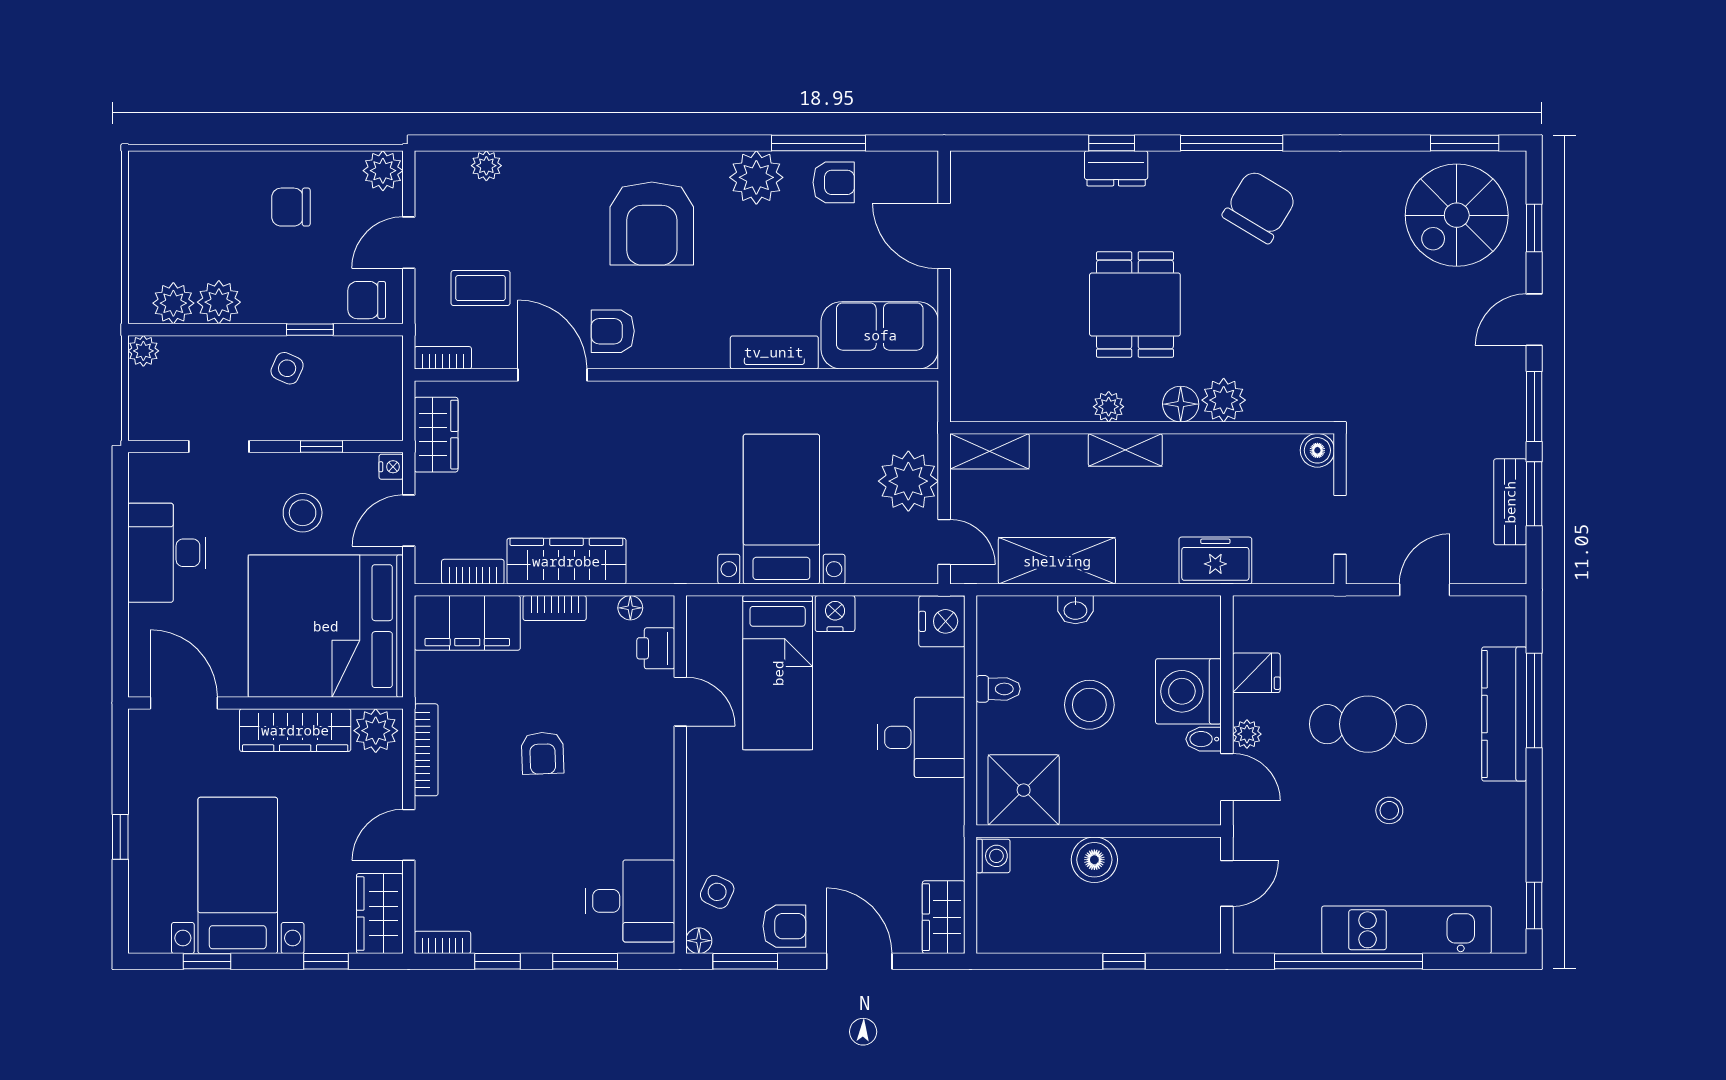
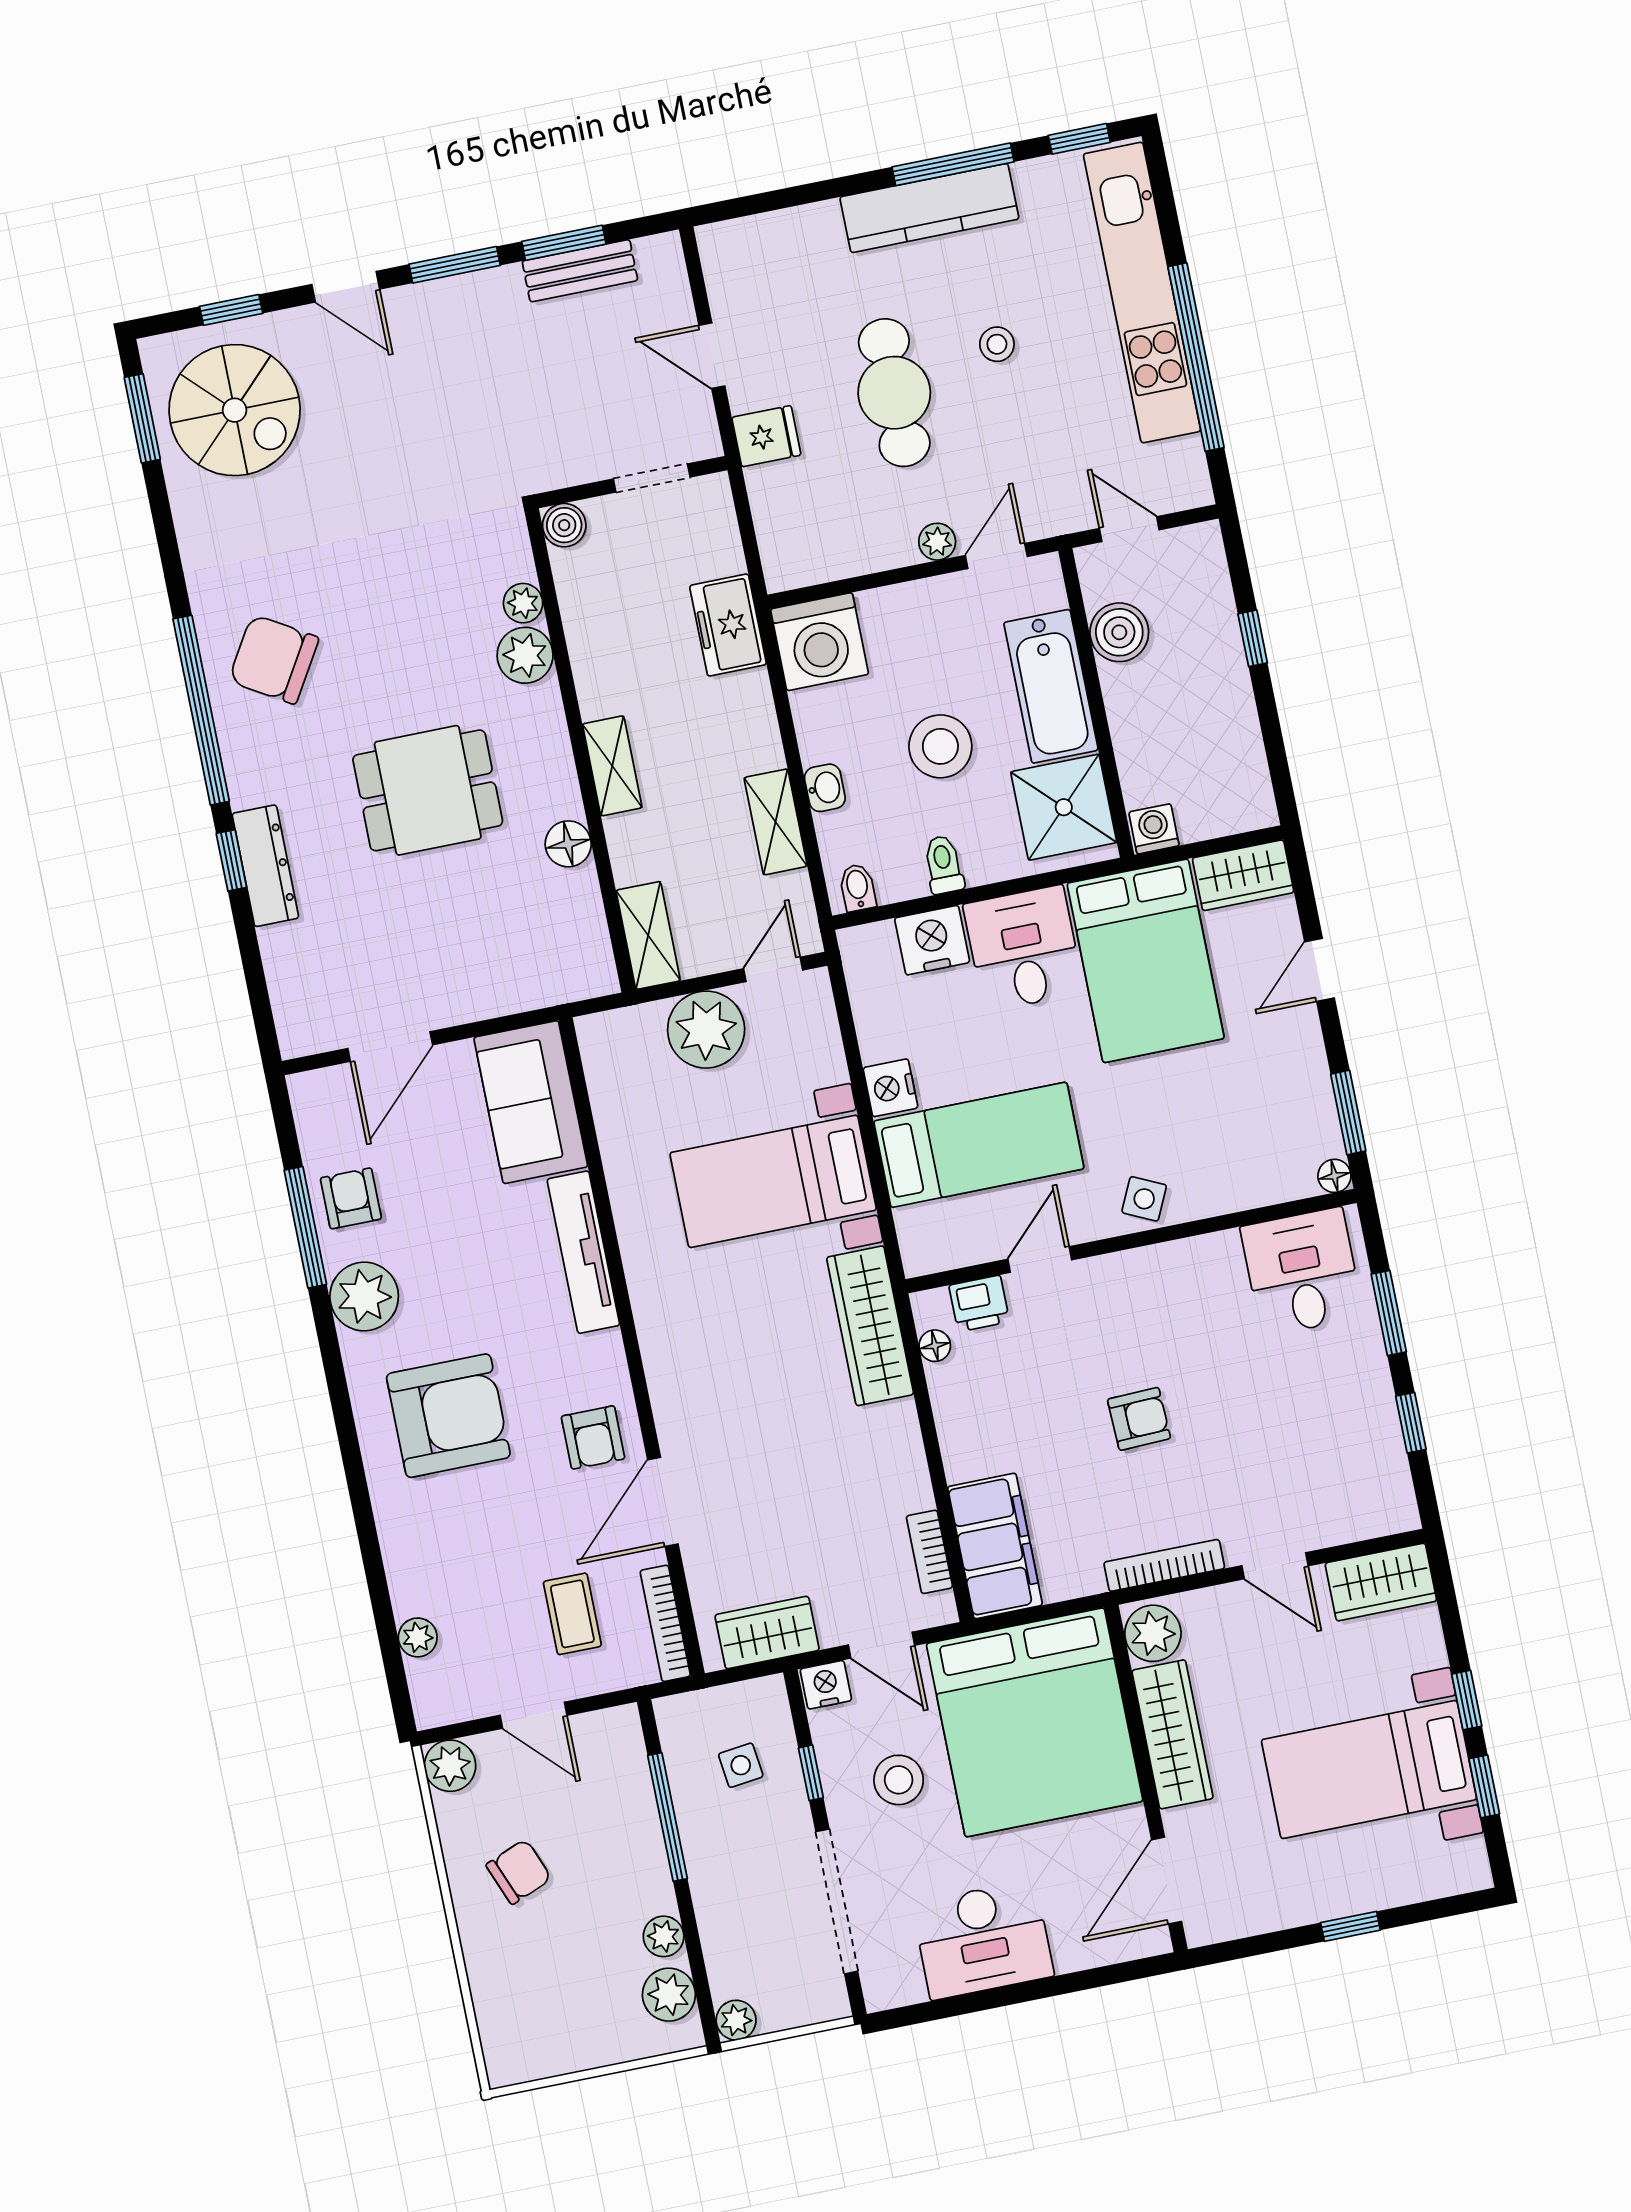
window: (1232, 143) -> (201, 710), width x1.46
dresser: (1116, 168) -> (265, 866), width x1.44
chair: (291, 207) -> (519, 1872), turned -112
chair: (367, 300) -> (616, 1753), removed
plant: (219, 302) -> (664, 1936), width x0.73, depth x0.73
window: (310, 330) -> (667, 1817), width x2.17
tv unit: (774, 352) -> (583, 1252), width x1.41
bookcase: (443, 358) -> (665, 1623), width x1.56
side table: (287, 368) -> (741, 1765), moved, turned -31
floor lamp: (1181, 404) -> (568, 844), moved
plant: (1109, 407) -> (523, 603), moved
doorway: (219, 447) -> (837, 1901), width x1.88
nightstand: (391, 467) -> (826, 1685), width x1.39, depth x1.35
wardrobe: (566, 561) -> (870, 1326), moved
shelving: (1057, 561) -> (776, 822), width x0.67, depth x0.75
bookcase: (555, 608) -> (954, 1440), removed
nightstand: (942, 621) -> (932, 940), moved
fridge: (1256, 673) -> (766, 436), moved, turned 90
washing machine: (1188, 691) -> (820, 642), moved
window: (1534, 701) -> (953, 164), moved
kitchen counter: (1504, 714) -> (929, 208), moved
bidet: (1204, 739) -> (858, 888), moved, turned 180
bathtub: (1118, 799) -> (1051, 686), added
bed: (893, 829) -> (1146, 961), added
boiler: (1094, 860) -> (1119, 632), moved
side table: (717, 892) -> (1144, 1199), moved
armchair: (784, 926) -> (1295, 1072), removed
kitchen unit: (1407, 930) -> (1142, 293), width x1.36
bookcase: (442, 942) -> (1401, 1496), removed
window: (326, 961) -> (1467, 1700), moved
door: (859, 961) -> (1320, 970), width x0.73

